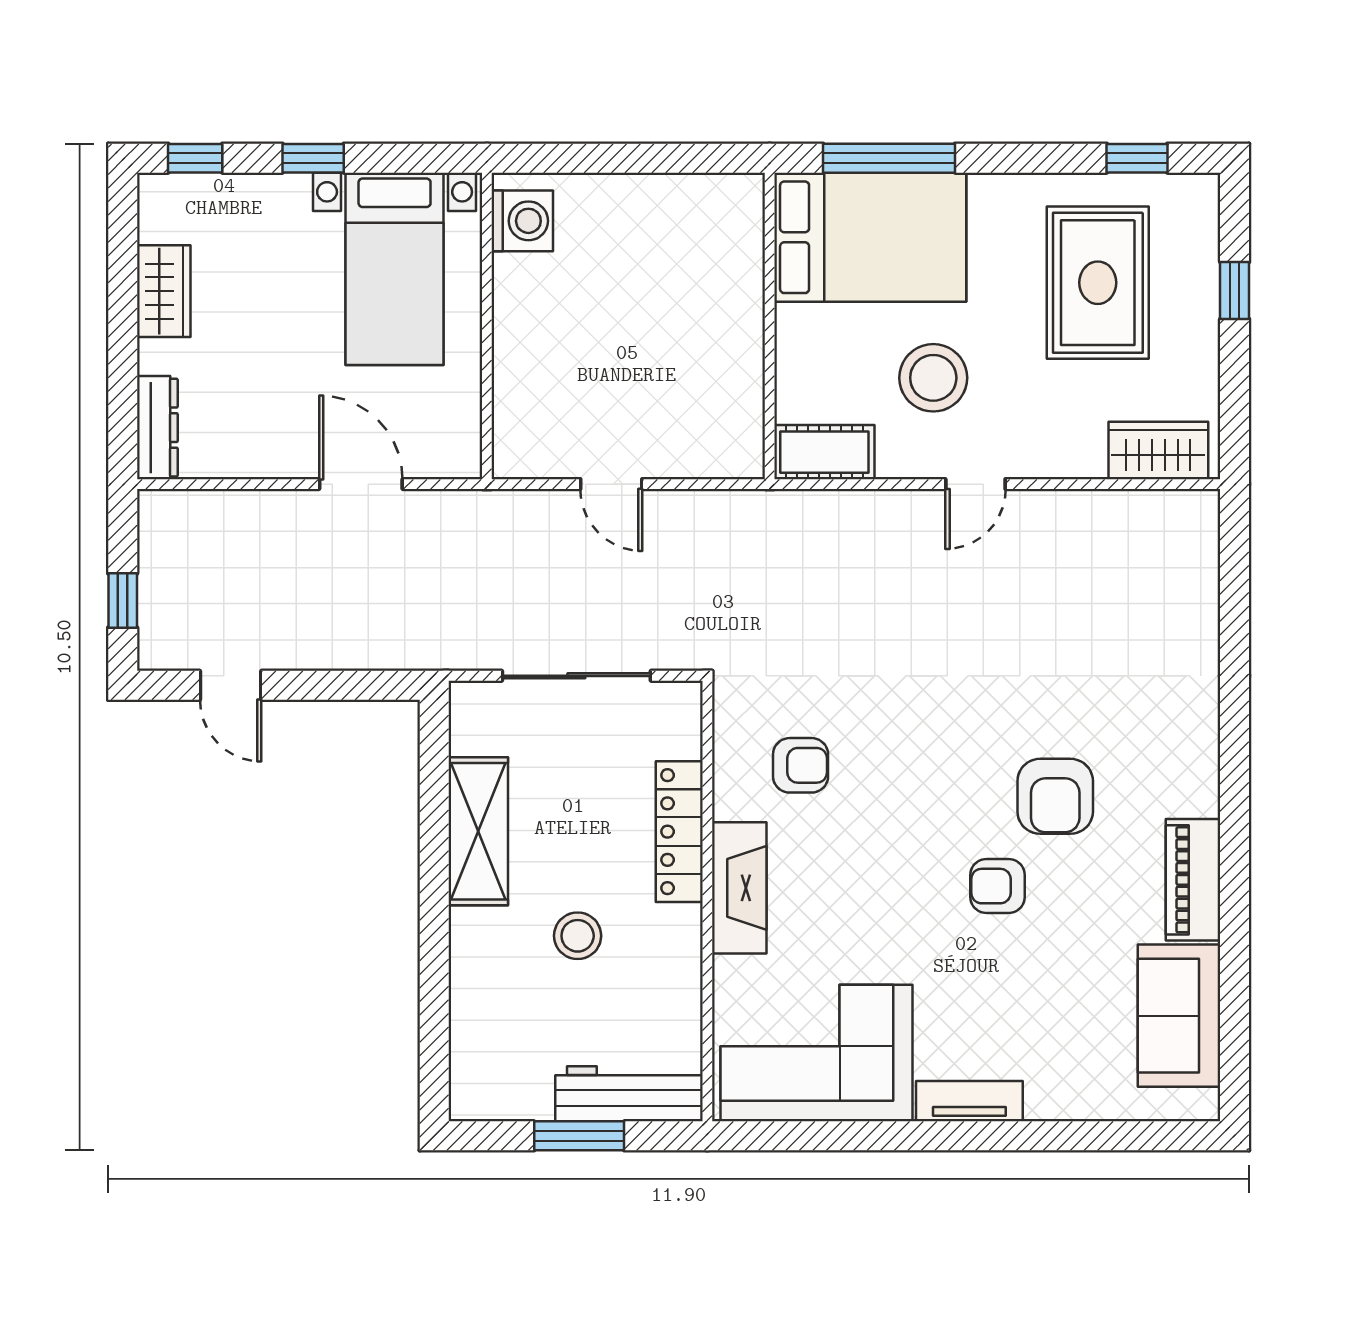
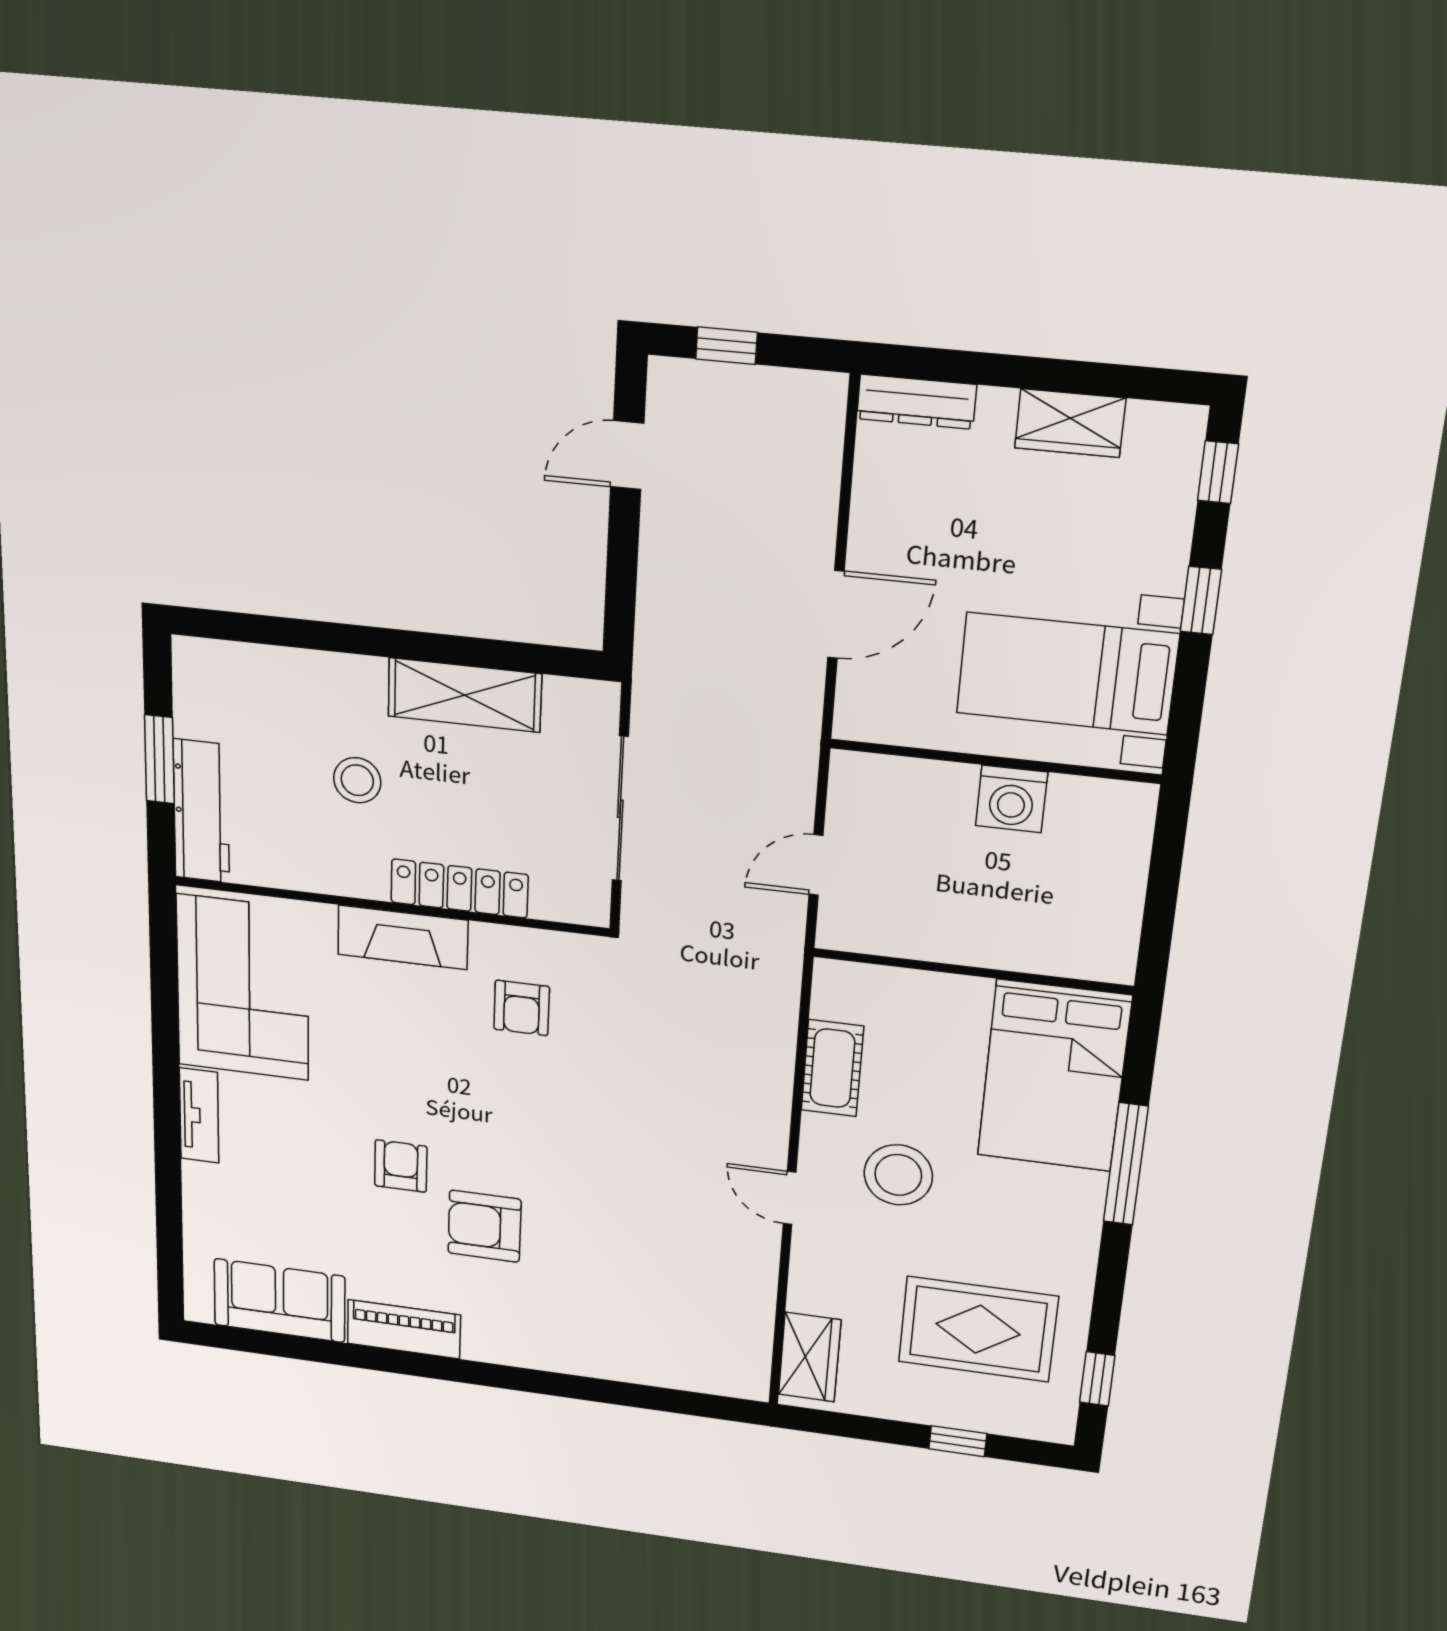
washing machine: (522, 221) -> (1012, 799), moved
bed: (870, 237) -> (1054, 1076), moved
wall: (770, 326) -> (973, 971), moved

